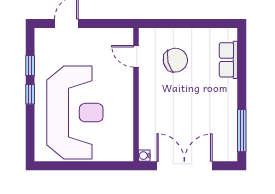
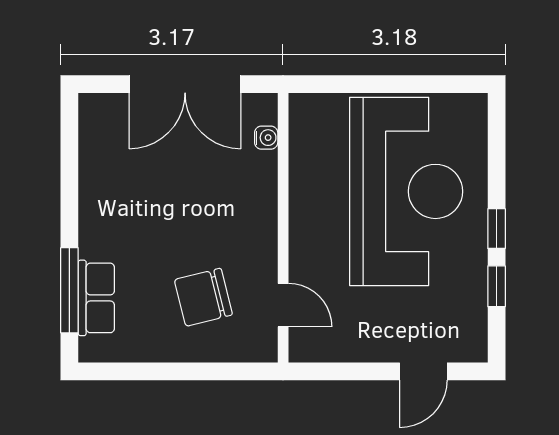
reception desk: (75, 113) -> (406, 191), turned 180
window: (242, 131) -> (69, 290), moved
water cooler: (144, 156) -> (266, 138), moved

